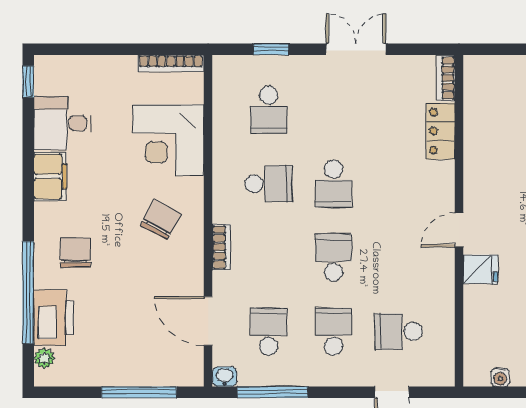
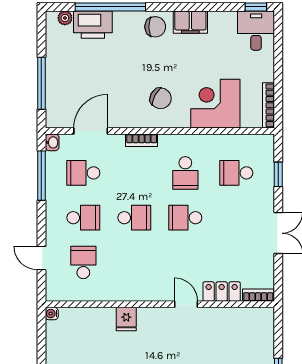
desk: (62, 123) -> (256, 31), moved
door: (459, 230) -> (186, 304), moved
chair: (76, 253) -> (155, 27), moved
school desk: (269, 331) -> (83, 173), turned 180
water cooler: (500, 377) -> (52, 314), moved

